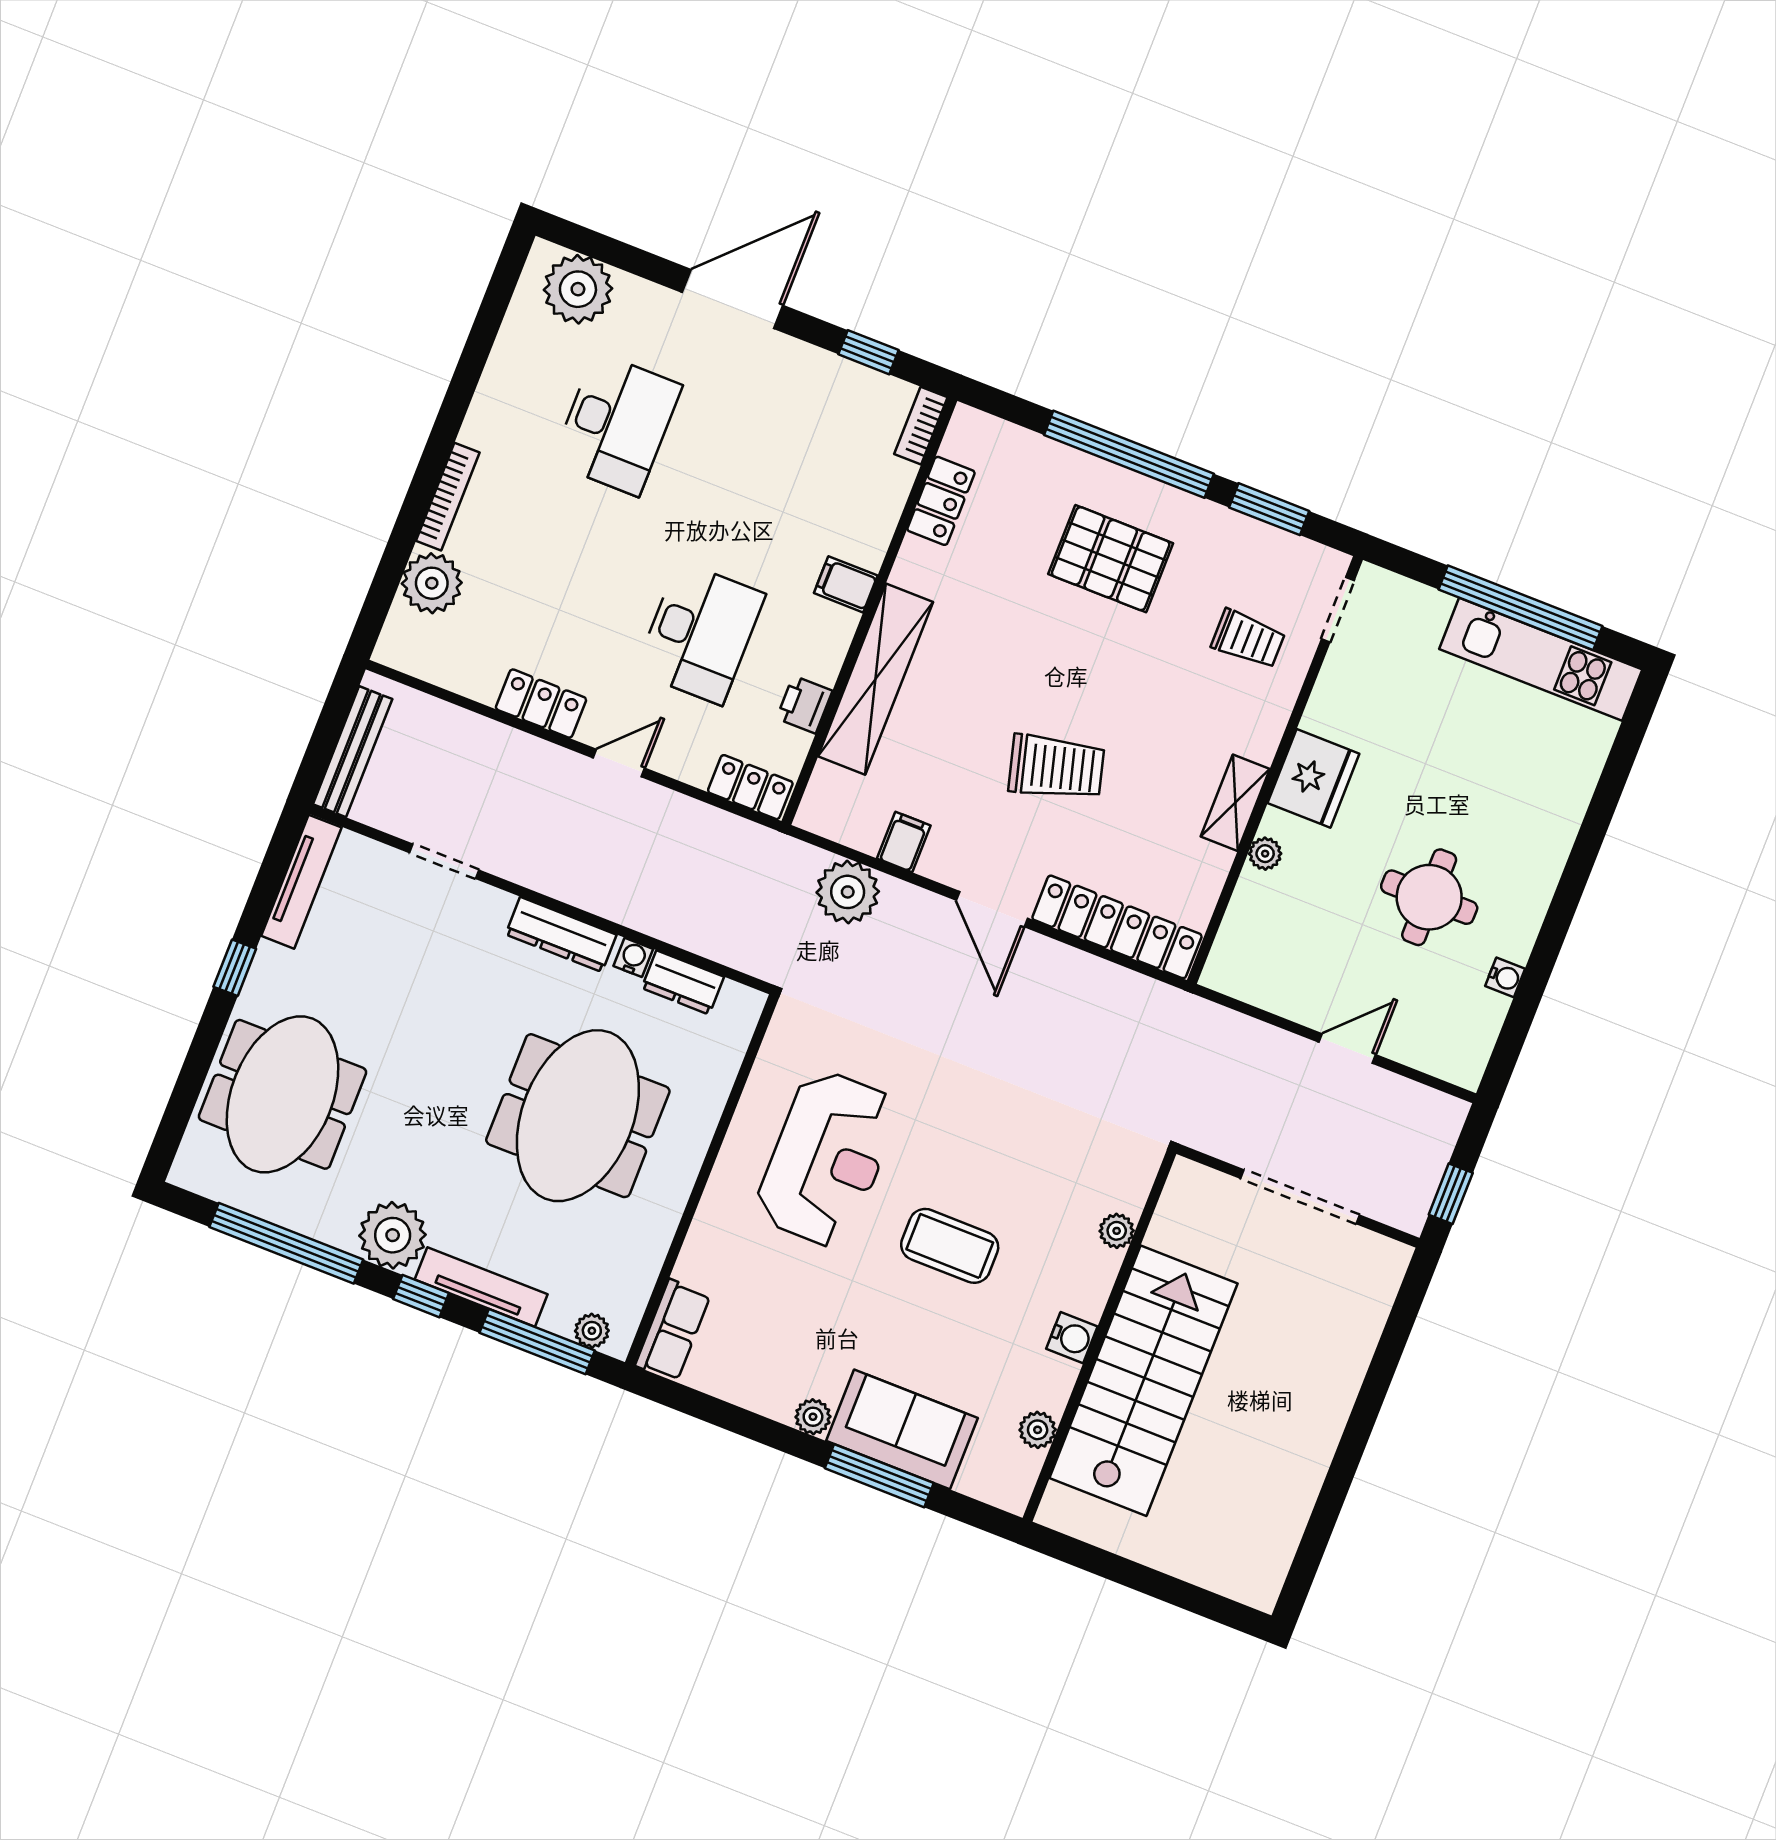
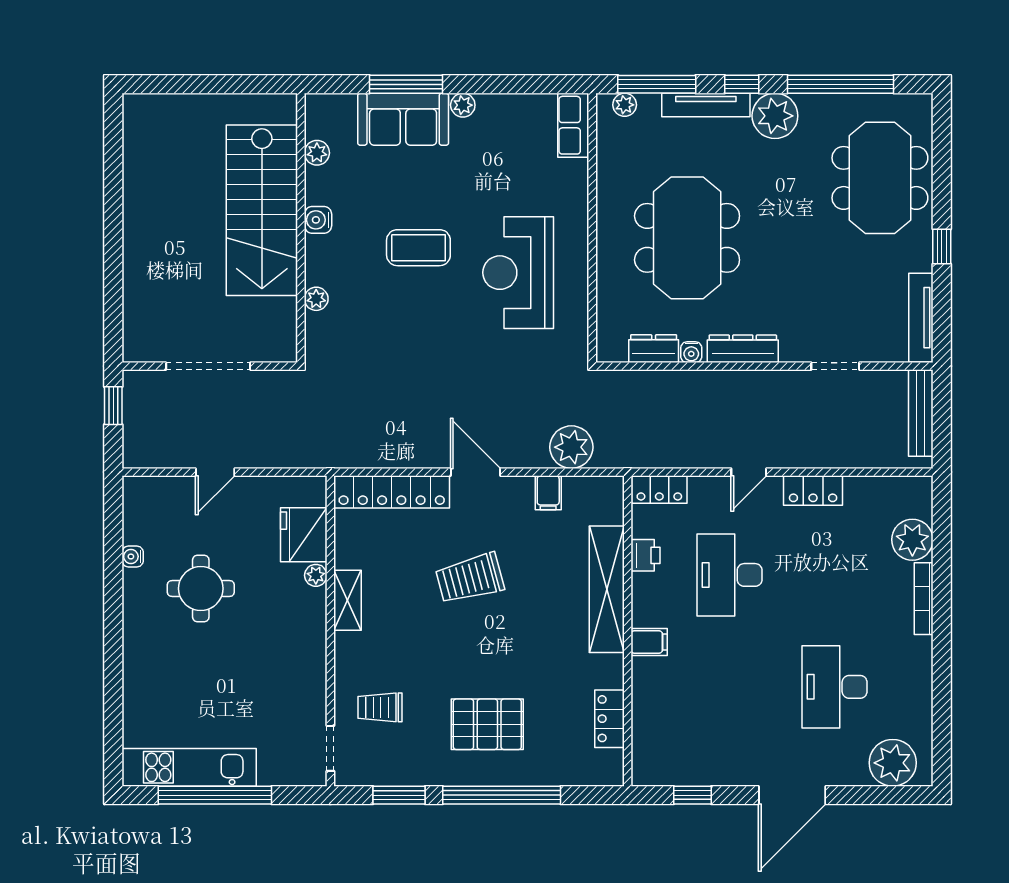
bookcase: (921, 426) -> (641, 762), removed
fridge: (1313, 778) -> (304, 535), moved

